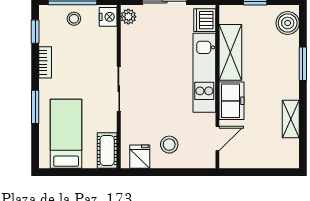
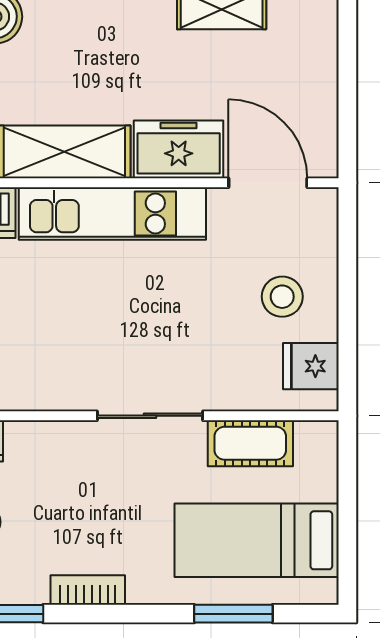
window: (35, 107) -> (233, 614), moved
door: (217, 139) -> (268, 183), width x1.38
cot: (107, 150) -> (250, 443), moved

